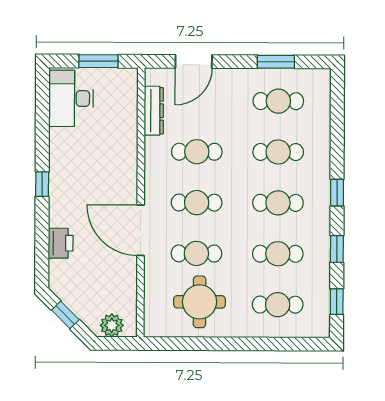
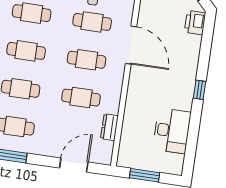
desk: (71, 98) -> (172, 131), moved
dresser: (154, 111) -> (109, 127), width x0.70
printer: (61, 243) -> (195, 23), moved

